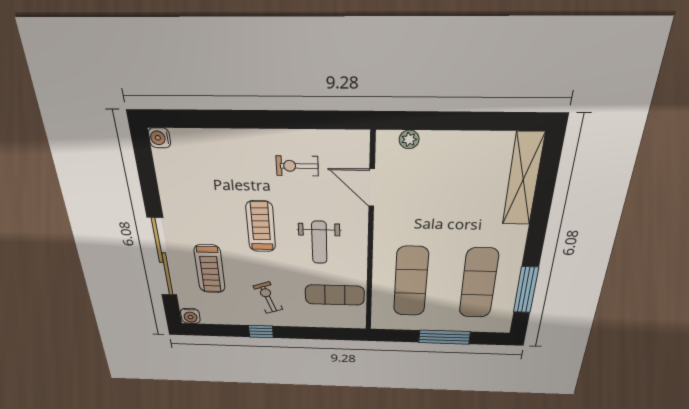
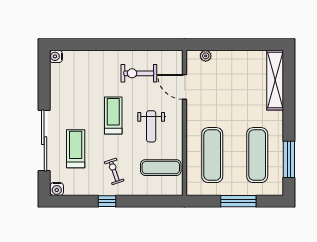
exercise bike: (297, 166) -> (139, 73), width x1.38, depth x1.39
treadmill: (210, 269) -> (76, 149), turned 180

